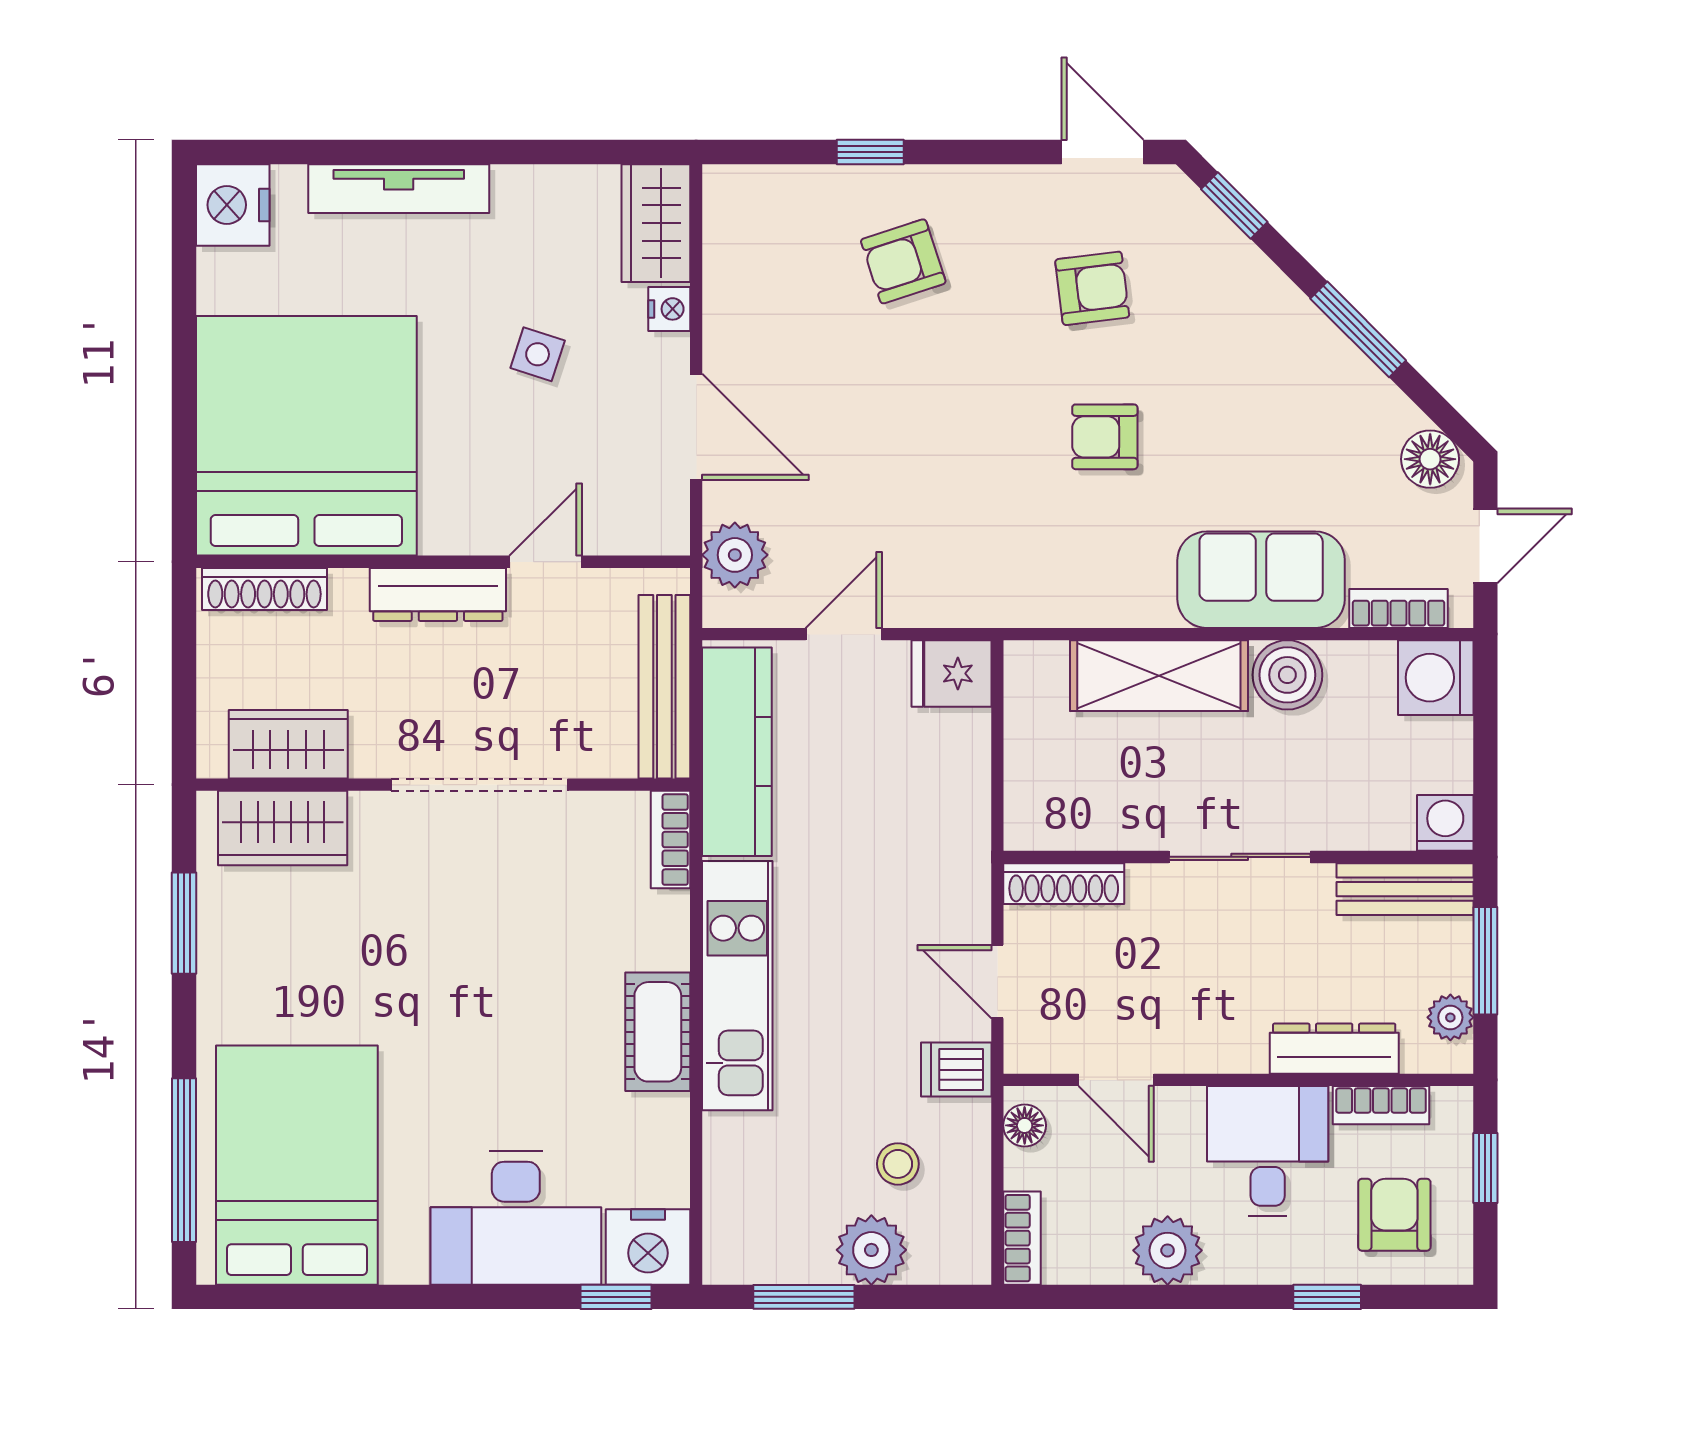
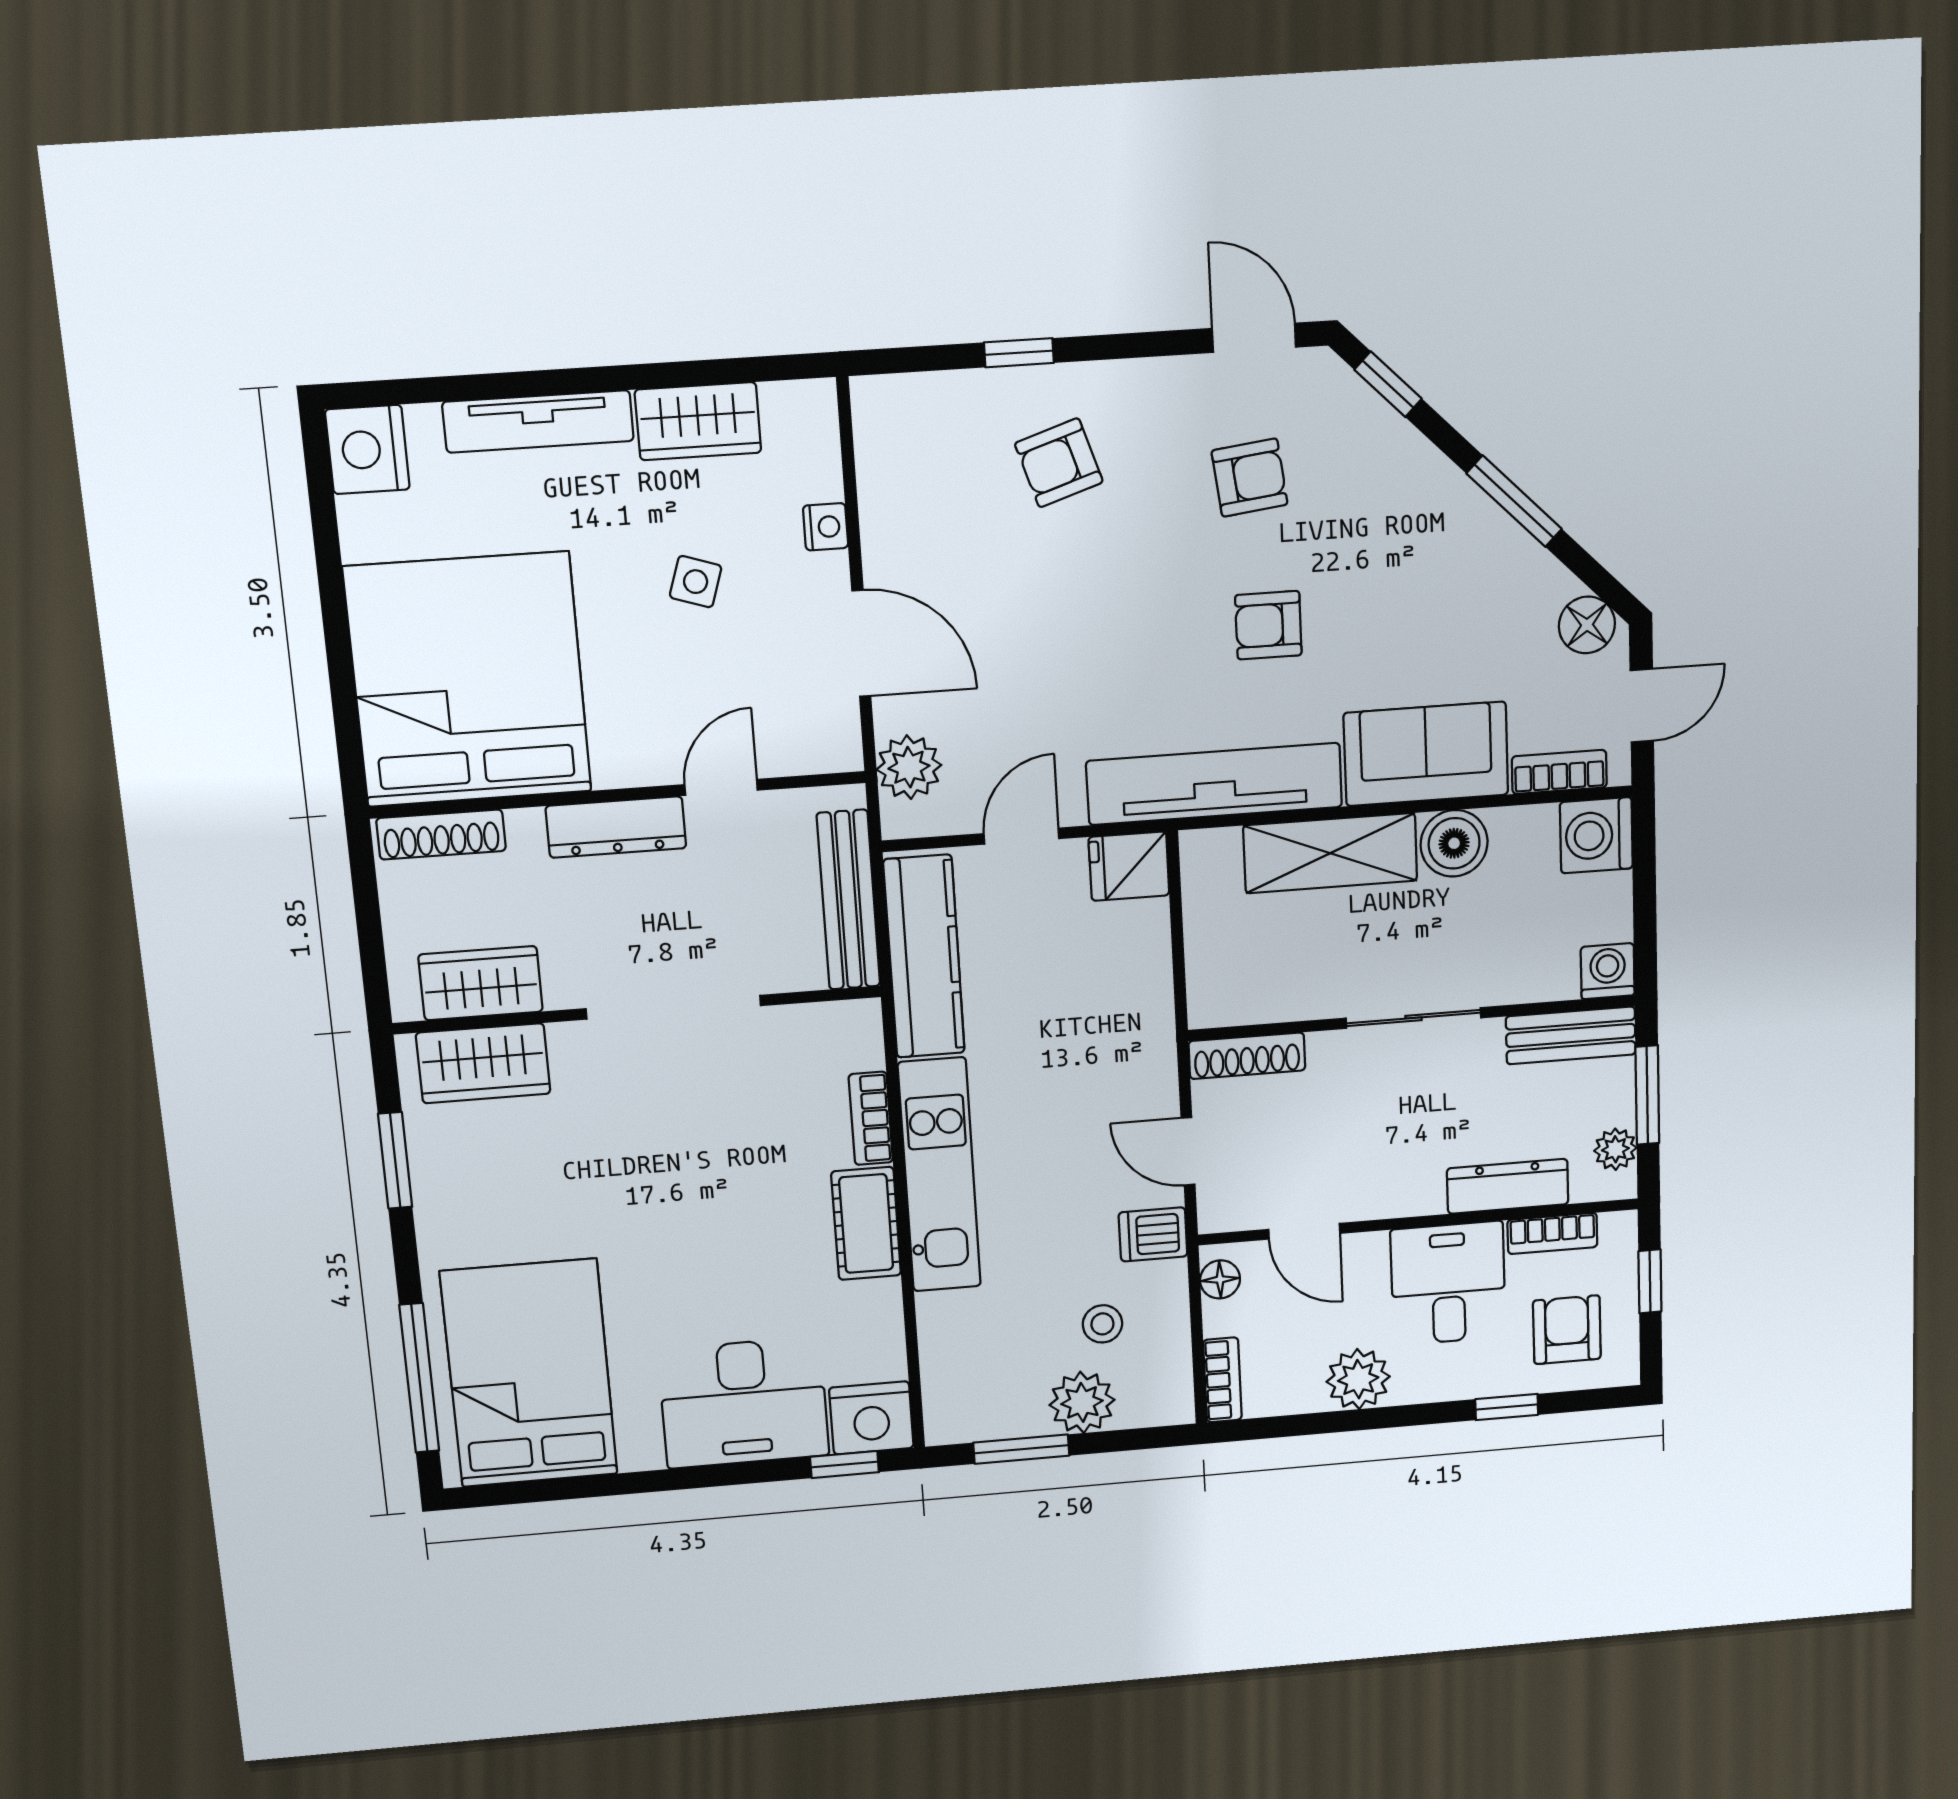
wardrobe: (656, 223) -> (698, 421), moved, turned -90
tv unit: (1043, 595) -> (1214, 784), added
bookcase: (671, 840) -> (871, 1118), moved

